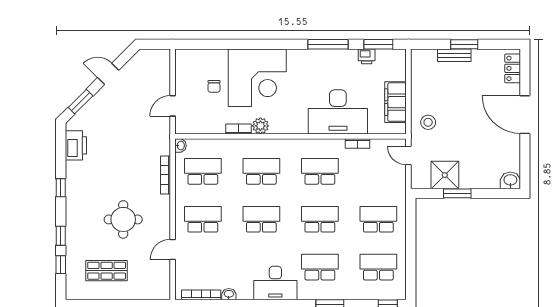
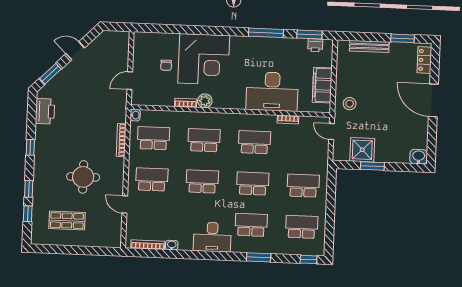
window: (464, 44) -> (403, 38), moved
bench: (454, 55) -> (369, 46), width x1.36
printer: (367, 56) -> (315, 45), moved
door: (173, 249) -> (125, 204), hinge flipped

